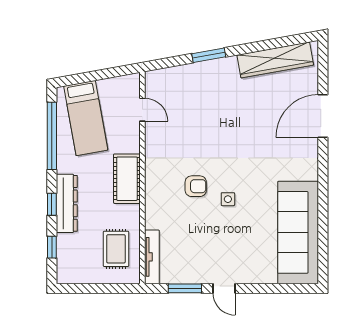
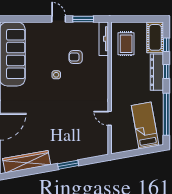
door: (142, 110) -> (110, 118), moved
cot: (127, 179) -> (155, 37), moved
armchair: (196, 186) -> (76, 57), moved

